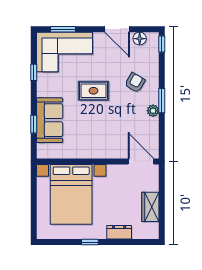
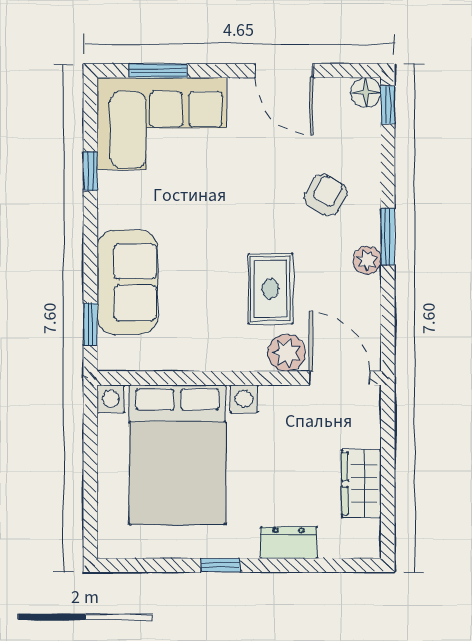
floor lamp: (140, 39) -> (366, 92), moved
rug: (93, 91) -> (270, 289), moved, turned 90
window: (34, 124) -> (90, 324), moved
plant: (118, 151) -> (287, 353), added

